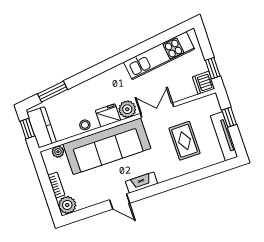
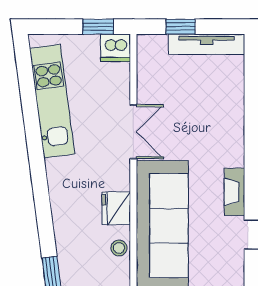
plant: (127, 109) -> (117, 176), removed
double door: (157, 110) -> (133, 132), swing flipped
rug: (185, 141) -> (193, 106), removed

